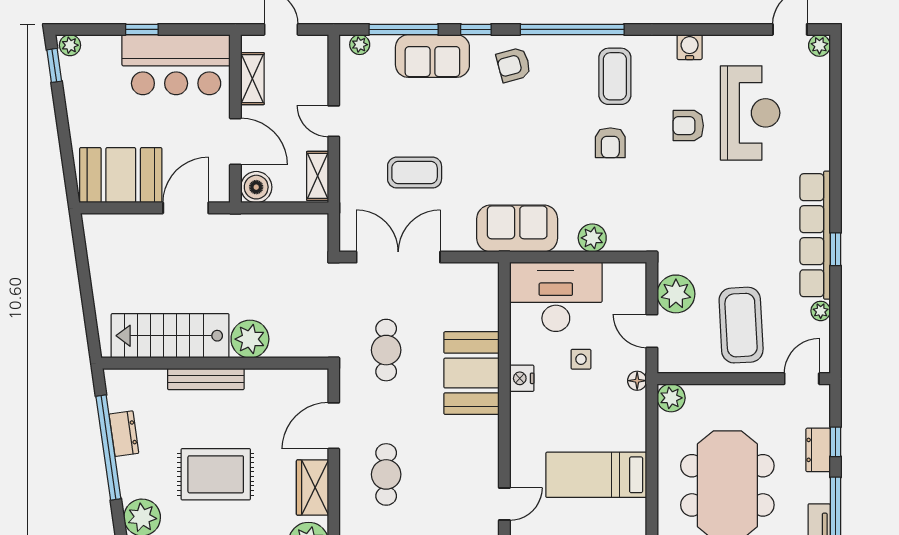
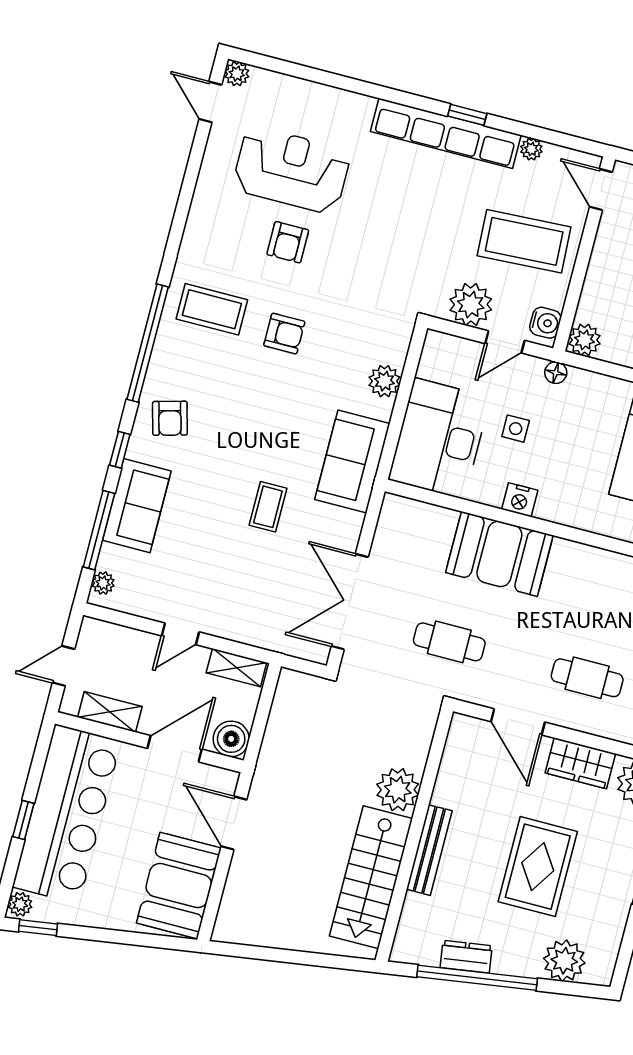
water cooler: (690, 47) -> (545, 323), moved, turned 180
bar counter: (176, 65) -> (67, 814), width x1.36
coffee table: (415, 173) -> (268, 507), moved, width x0.73, depth x0.77

